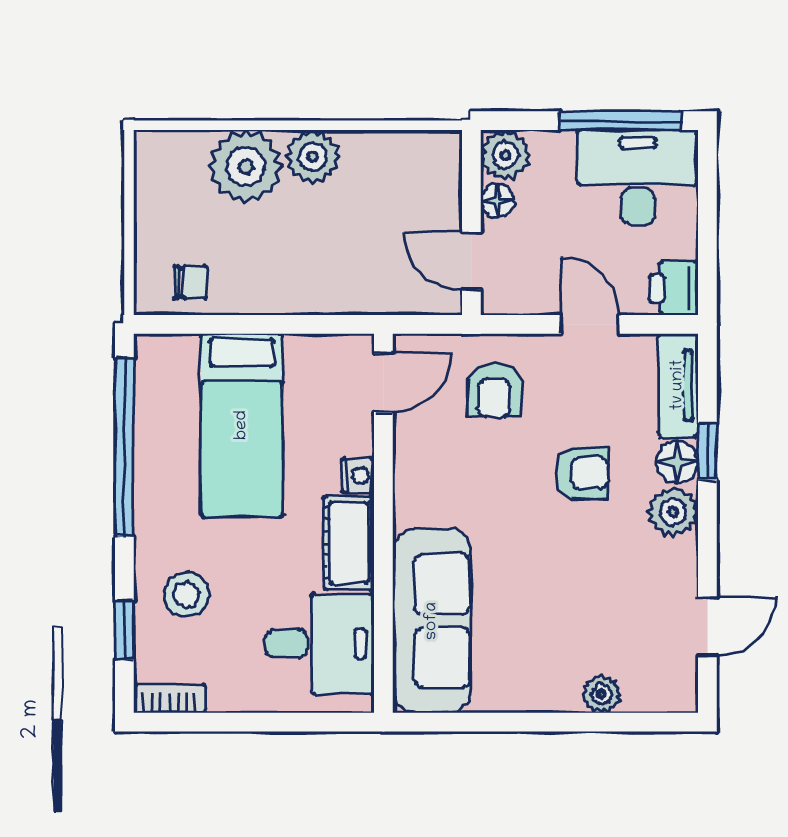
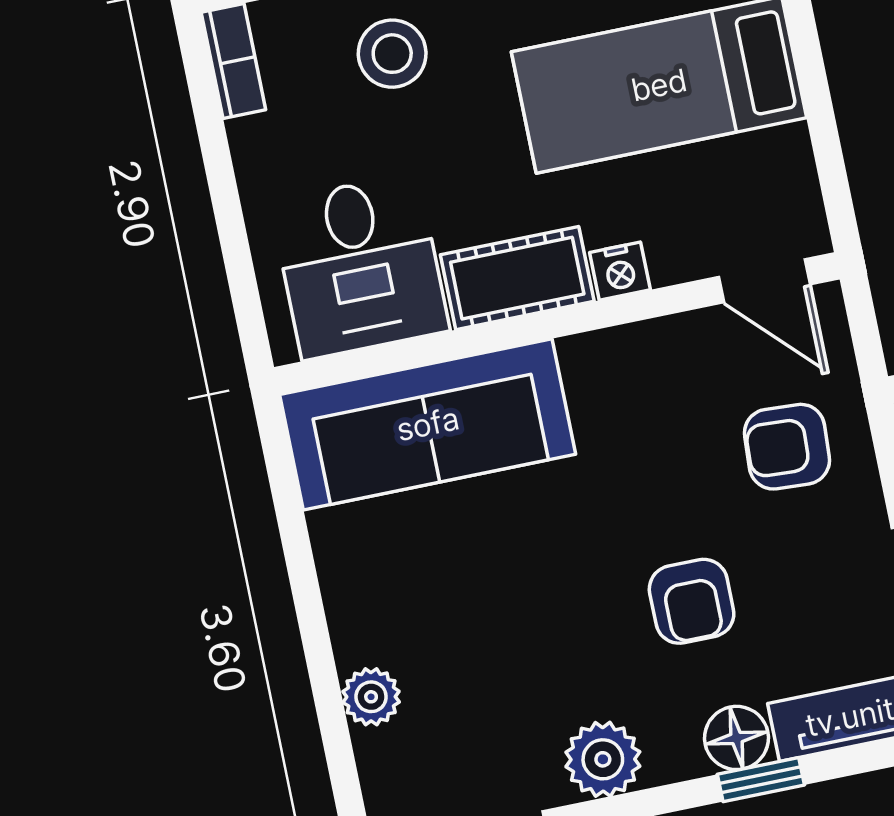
plant: (673, 512) -> (603, 759), moved

